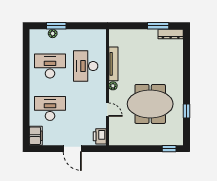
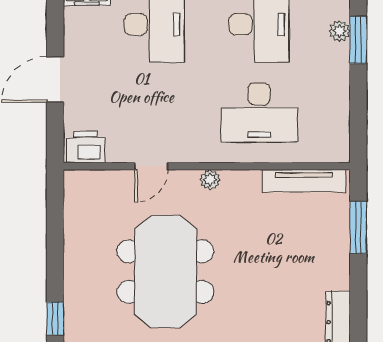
window: (158, 26) -> (358, 227), moved
tv unit: (113, 64) -> (304, 181), moved
desk: (86, 66) -> (259, 112), turned 180

